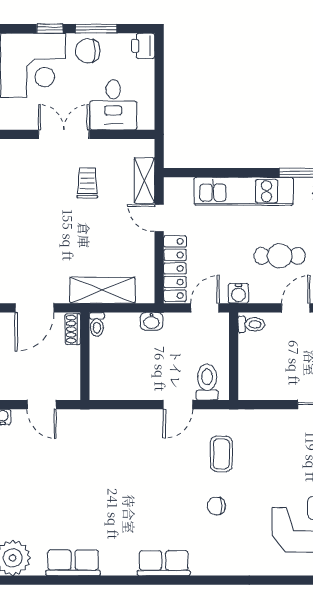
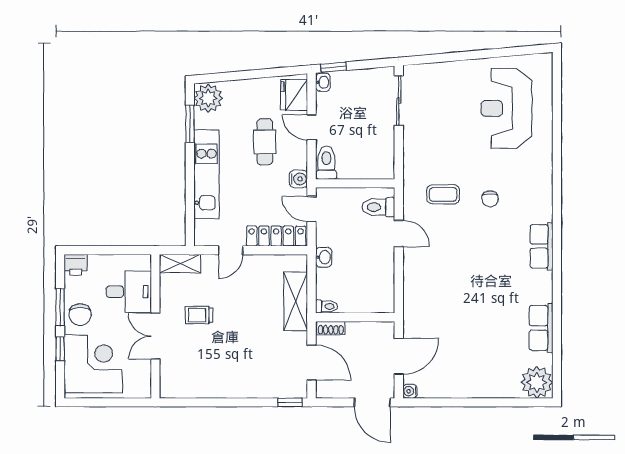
shelving: (144, 181) -> (180, 264), moved
toilet: (251, 324) -> (326, 163), width x1.37, depth x1.39
door: (41, 405) -> (399, 356), width x1.38

